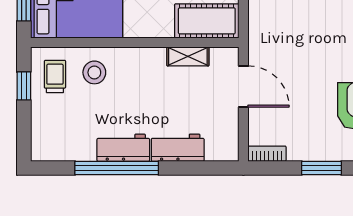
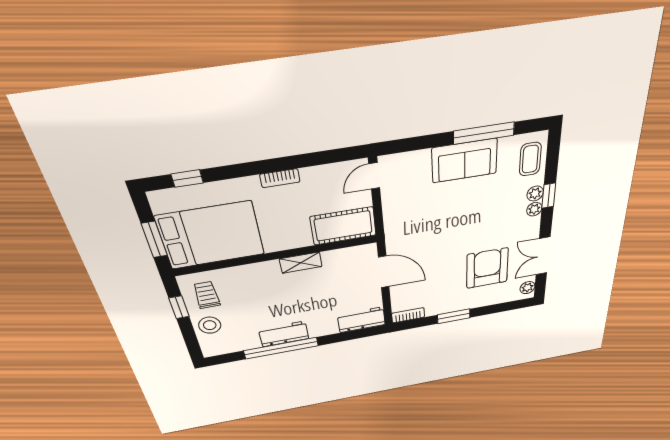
shelving: (188, 56) -> (301, 263), moved
stool: (94, 72) -> (210, 325), moved
workbench: (178, 148) -> (362, 320), moved

